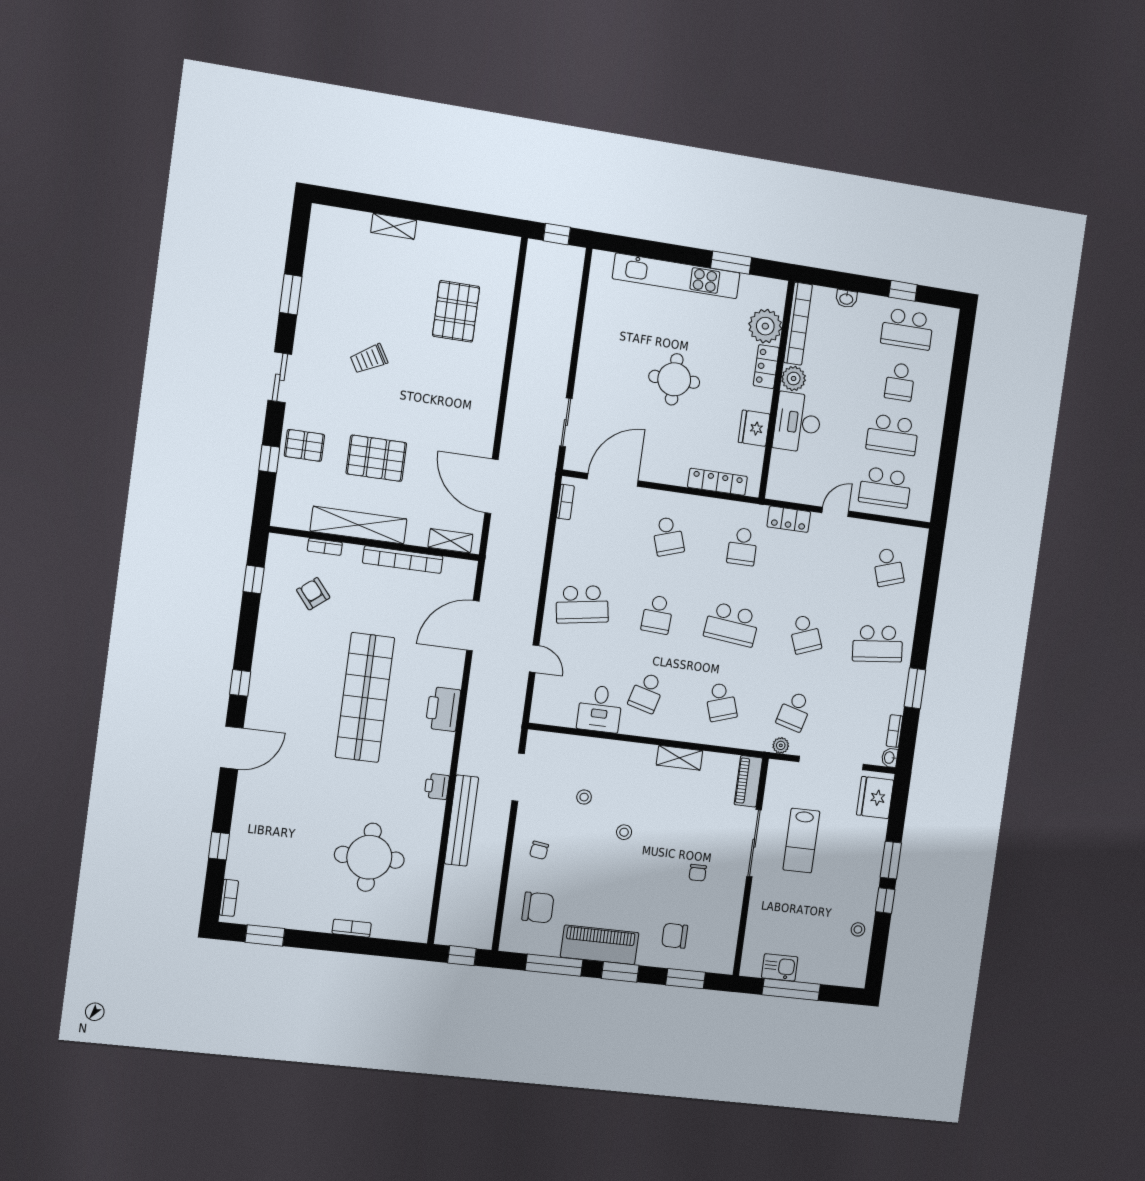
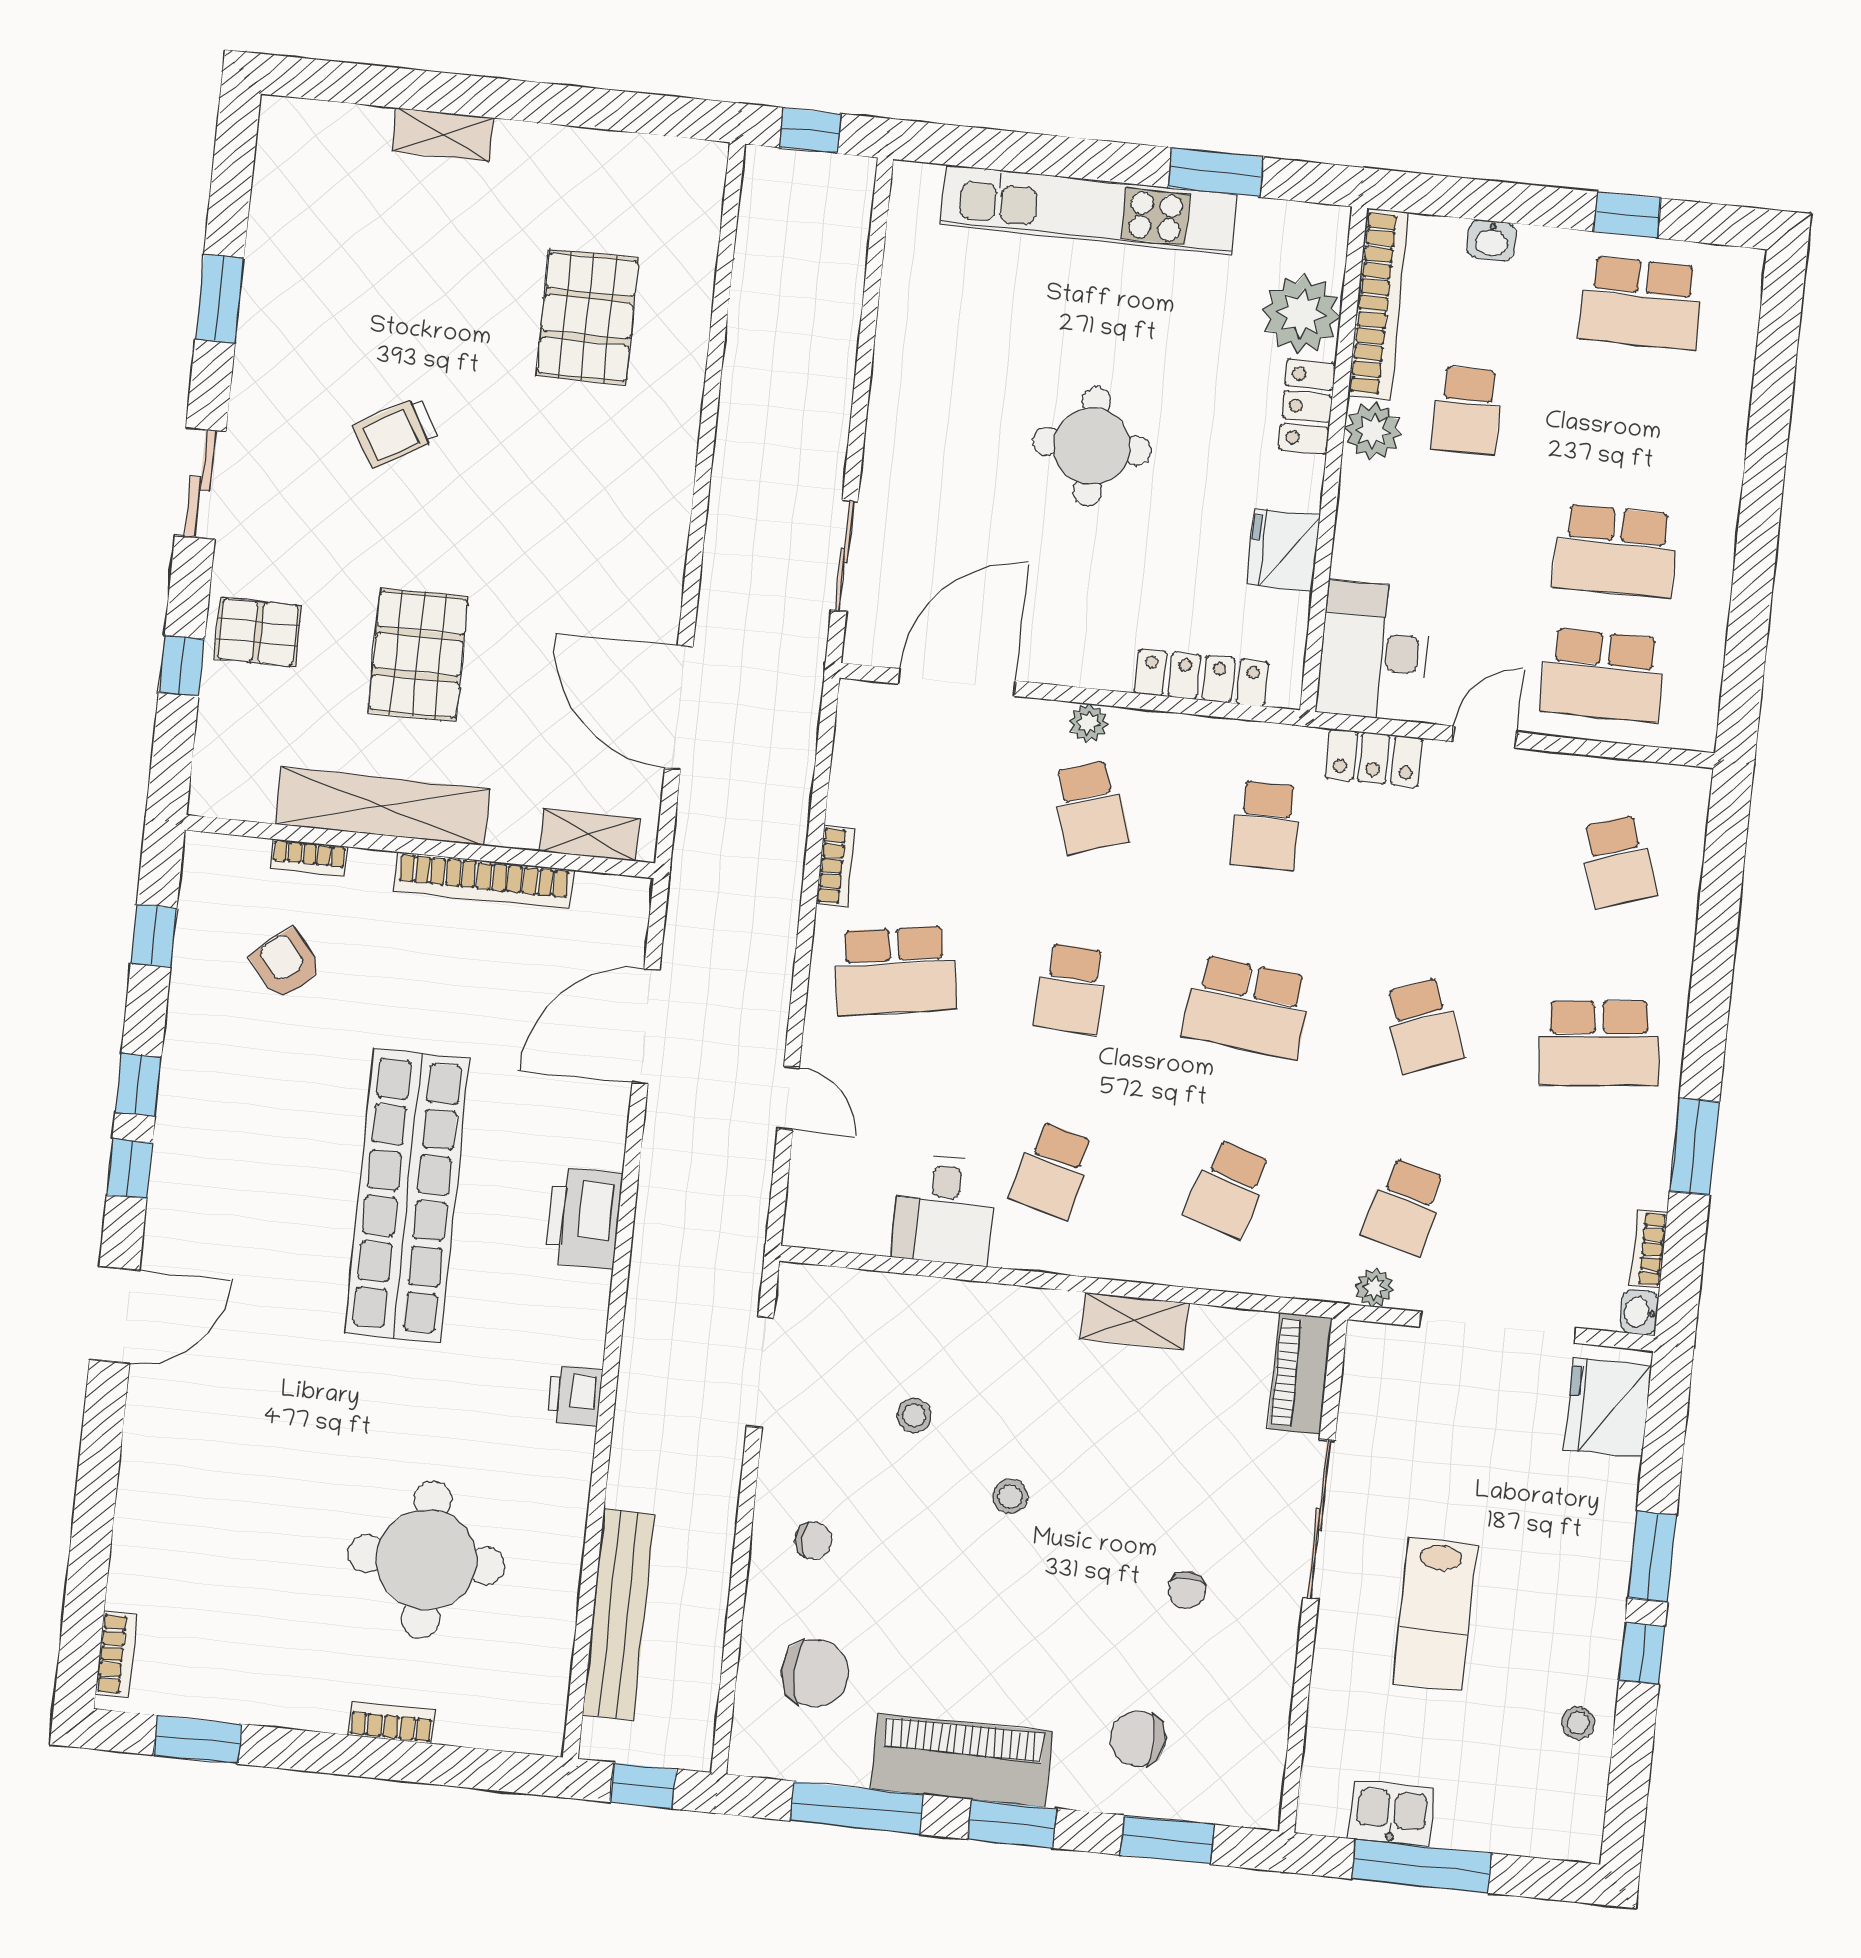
school desk: (900, 382) -> (1467, 410), moved
desk: (798, 422) -> (1374, 651), moved
pallet: (376, 458) -> (418, 655), turned 90
plant: (669, 500) -> (1088, 723), added
bookcase: (565, 502) -> (836, 866), moved
school desk: (721, 702) -> (1228, 1189), turned 36
bench: (461, 821) -> (619, 1614), moved
lab bench: (801, 841) -> (1435, 1614), moved
window: (219, 846) -> (138, 1085), moved
chair: (539, 850) -> (813, 1540), turned -98

